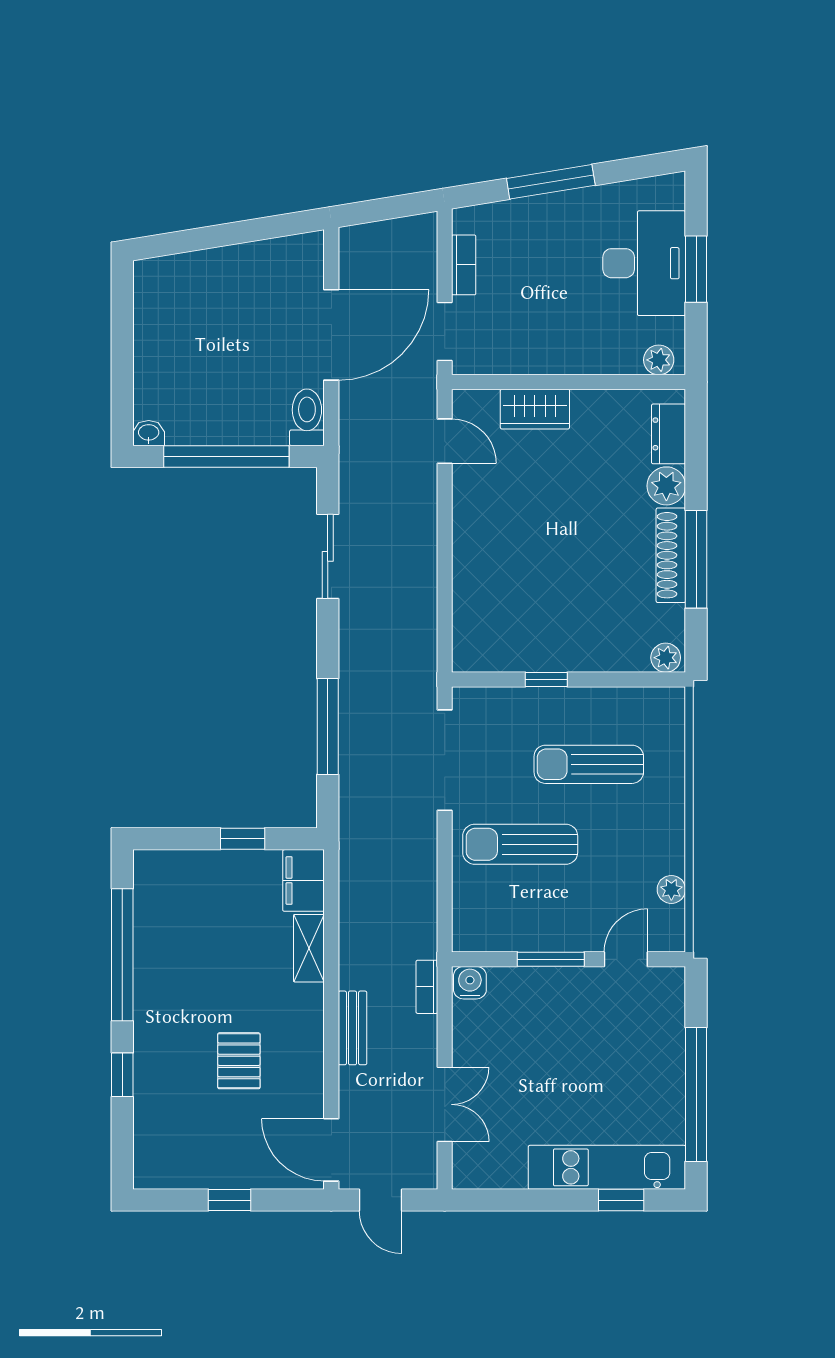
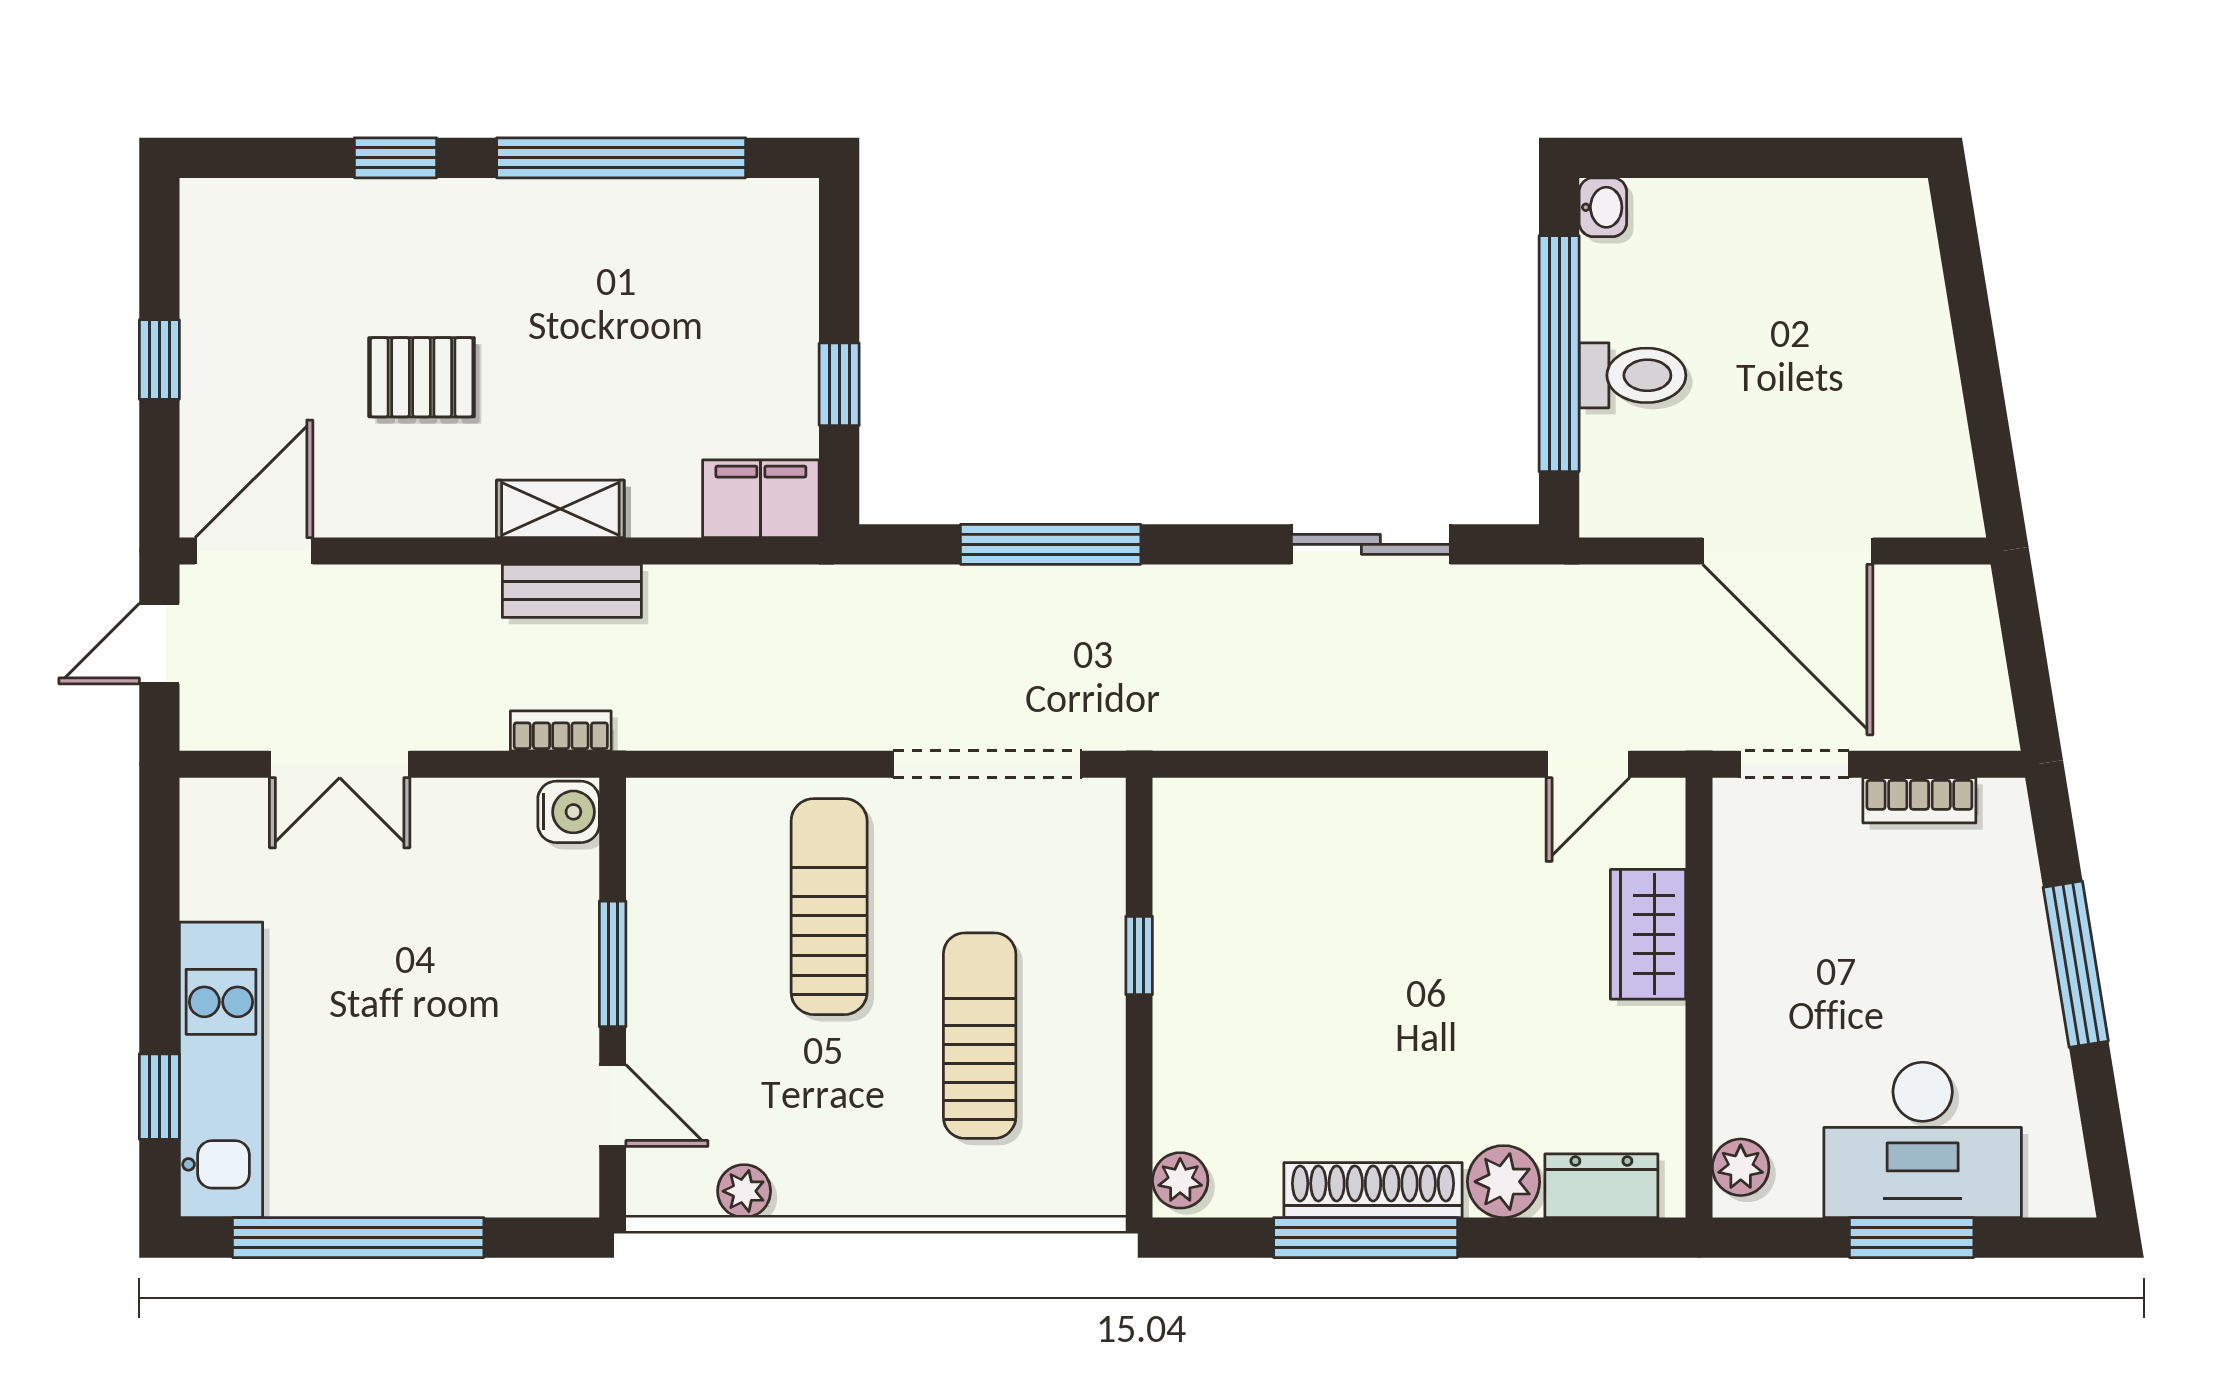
toilet: (307, 417) -> (1633, 375), moved
shelving: (309, 948) -> (560, 509), moved
bench: (352, 1028) -> (572, 591), moved

